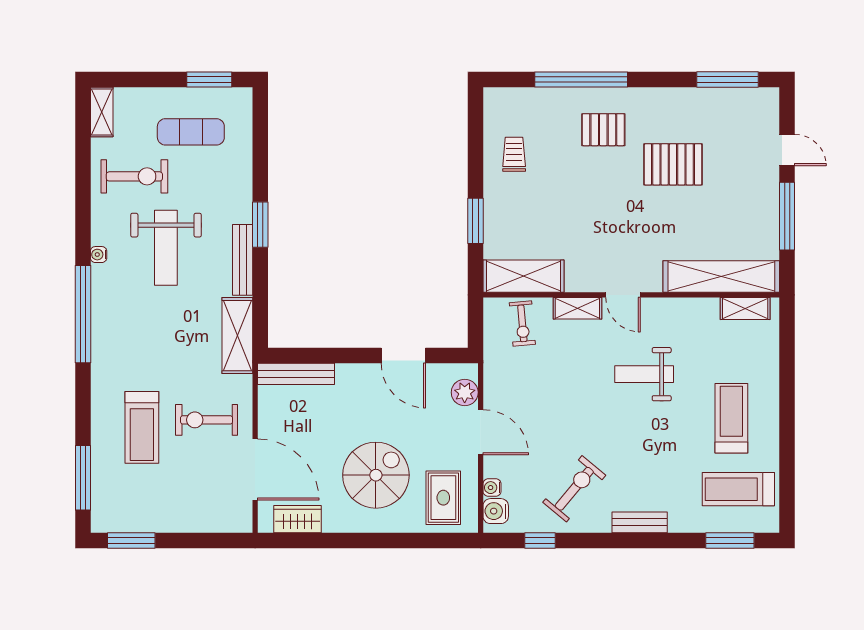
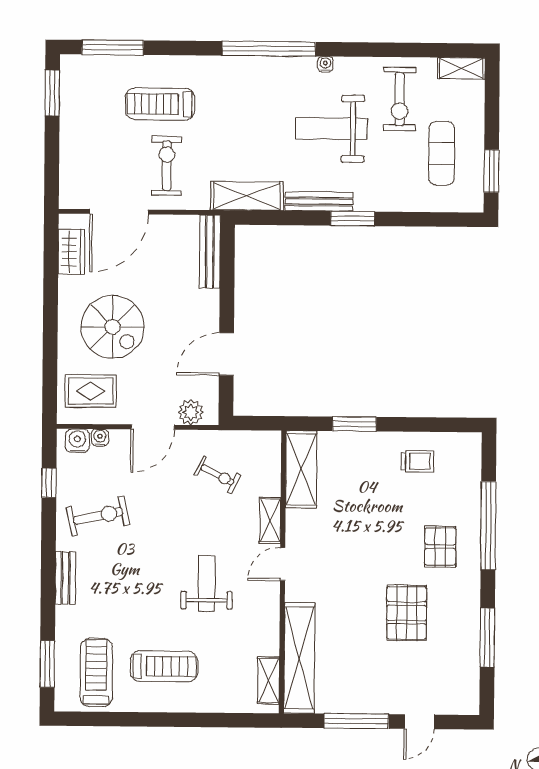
window: (727, 80) -> (487, 637), moved
exercise bike: (522, 323) -> (217, 475), moved, turned -148
exercise bike: (574, 489) -> (98, 516), turned -52

